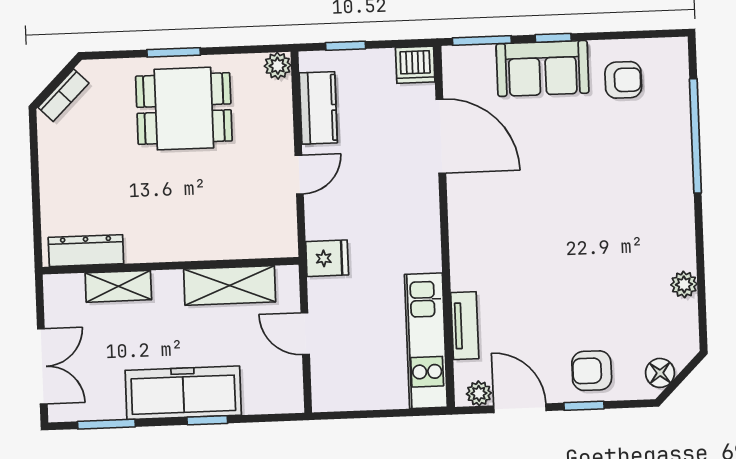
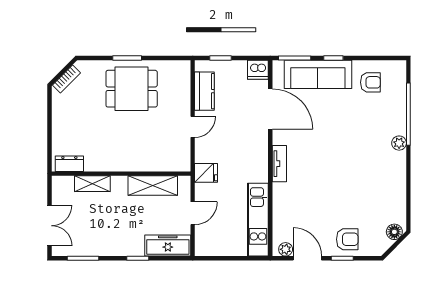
plant: (278, 66) -> (183, 67), removed
sofa: (543, 68) -> (318, 74), width x1.36
dresser: (86, 251) -> (69, 164), width x0.70
plant: (684, 284) -> (399, 143), moved
tv unit: (465, 326) -> (279, 164), moved
door: (305, 334) -> (193, 213), swing flipped
armchair: (592, 371) -> (347, 239), turned 180
floor lamp: (660, 373) -> (394, 232), moved
freezer: (183, 393) -> (168, 246), moved, width x0.73, depth x0.79

